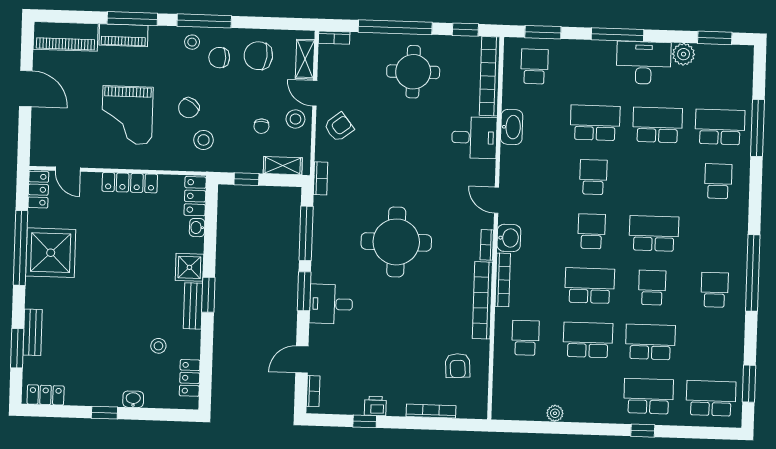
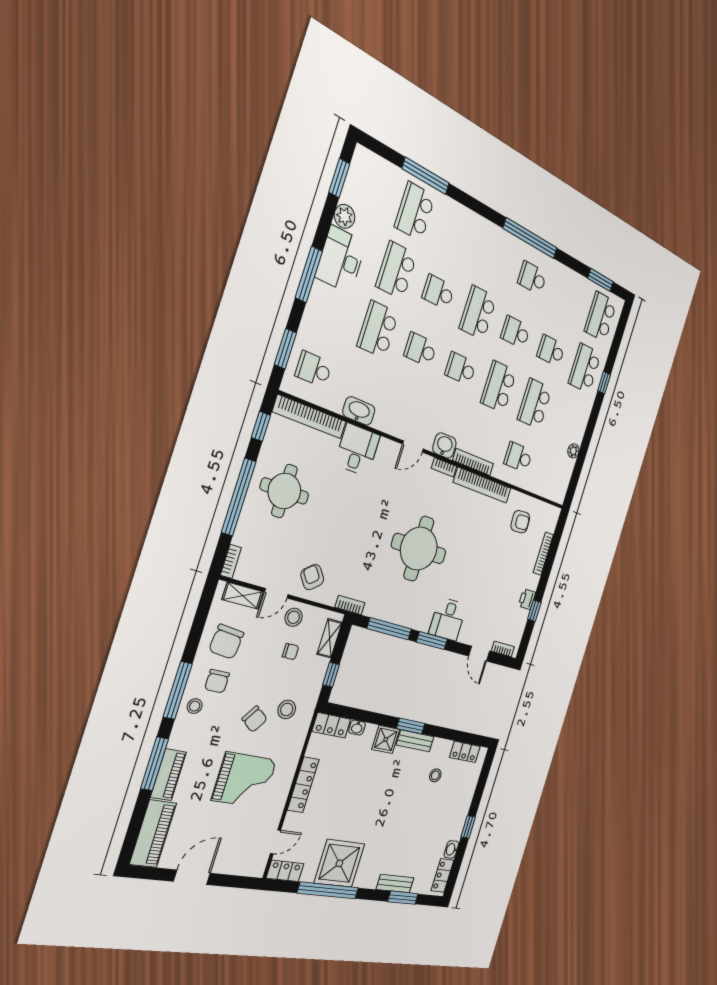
school desk: (718, 181) -> (438, 292), moved
school desk: (650, 342) -> (551, 351), width x0.54
washbasin: (133, 399) -> (451, 849), moved

